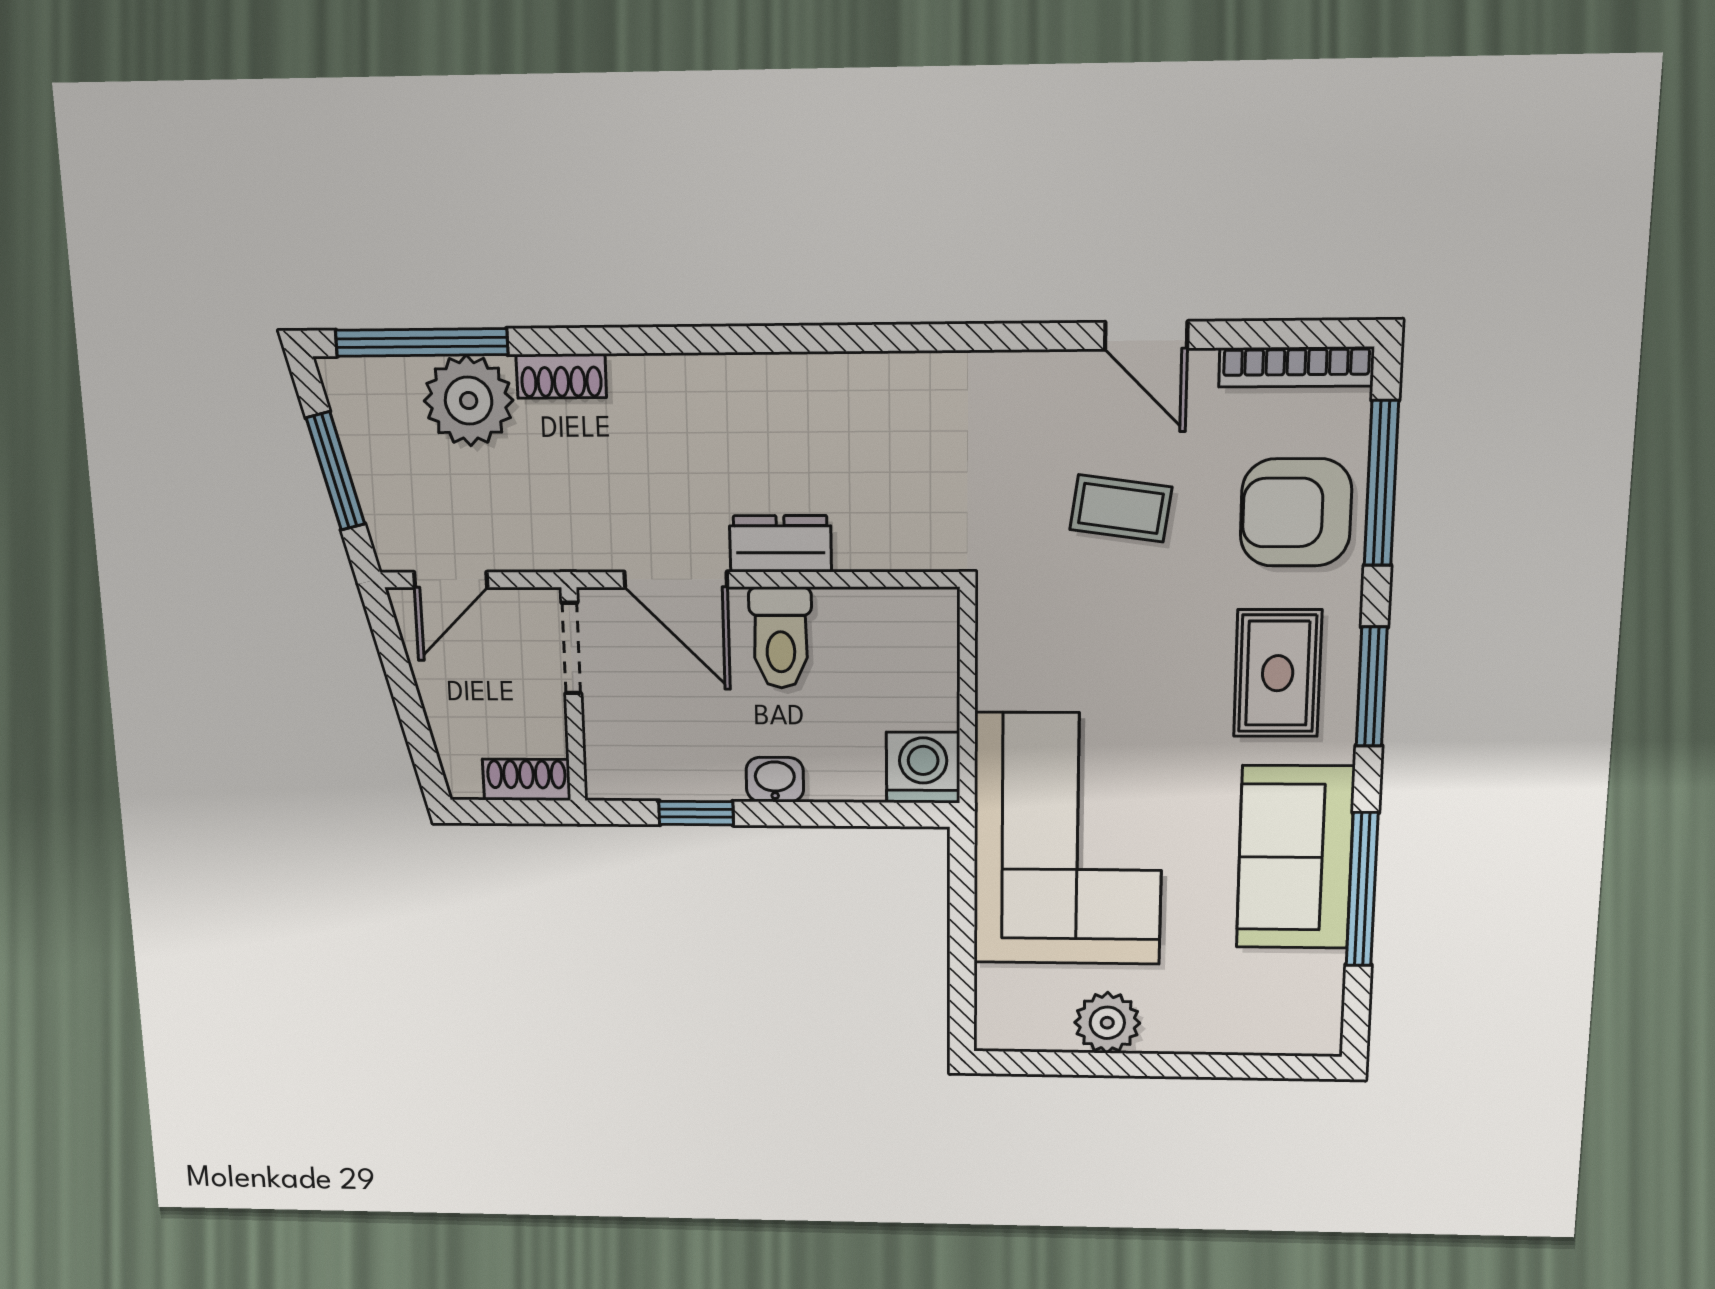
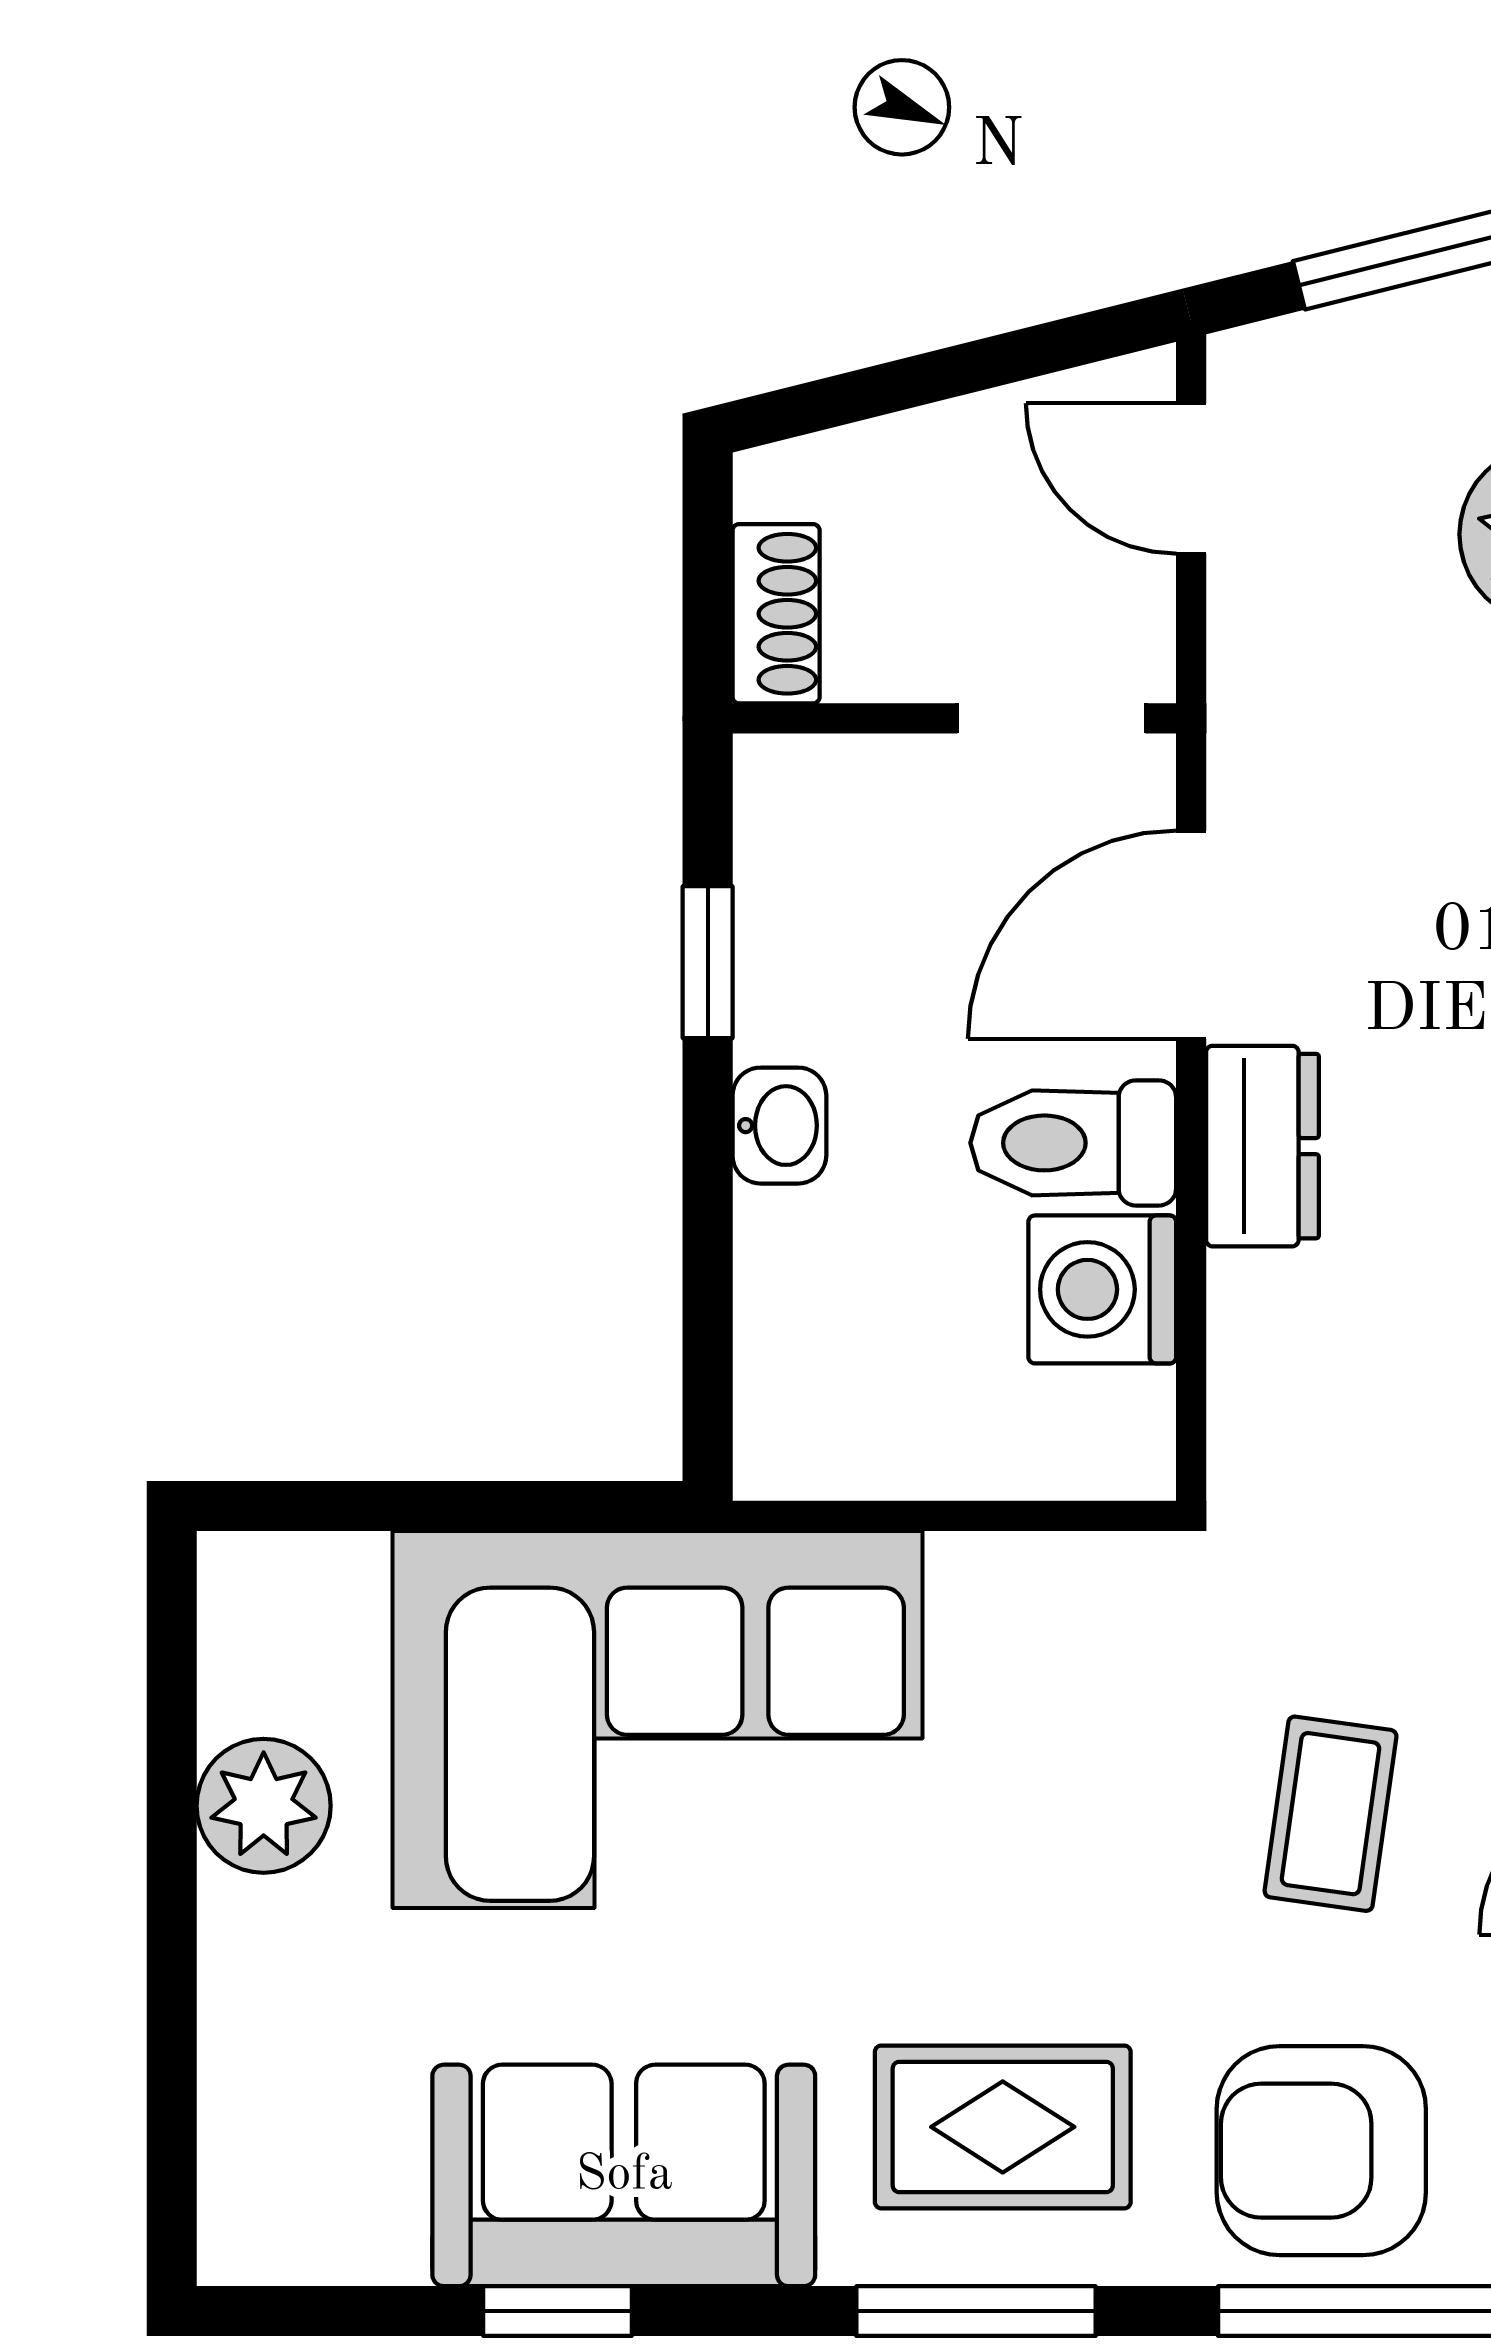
armchair: (1296, 512) -> (1321, 2151), turned -90
washing machine: (923, 768) -> (1102, 1289), moved, turned 180
window: (1362, 889) -> (557, 2311), width x0.46

